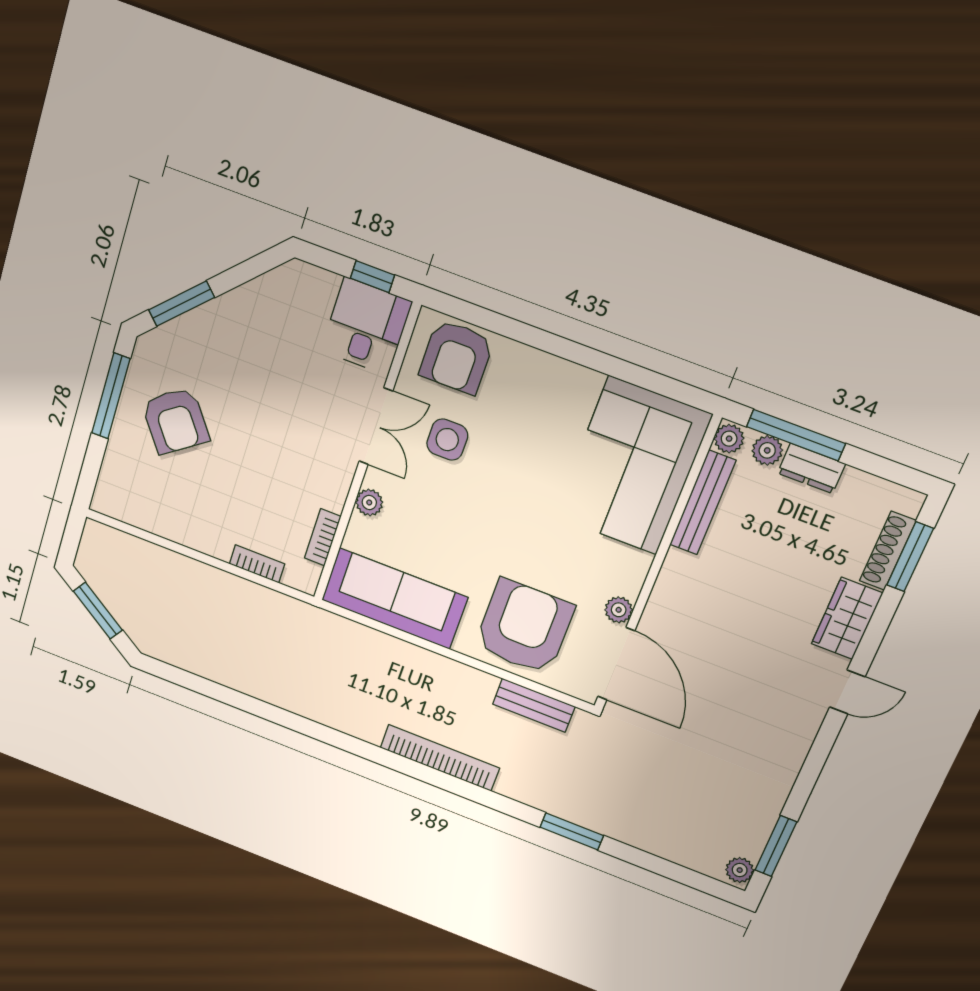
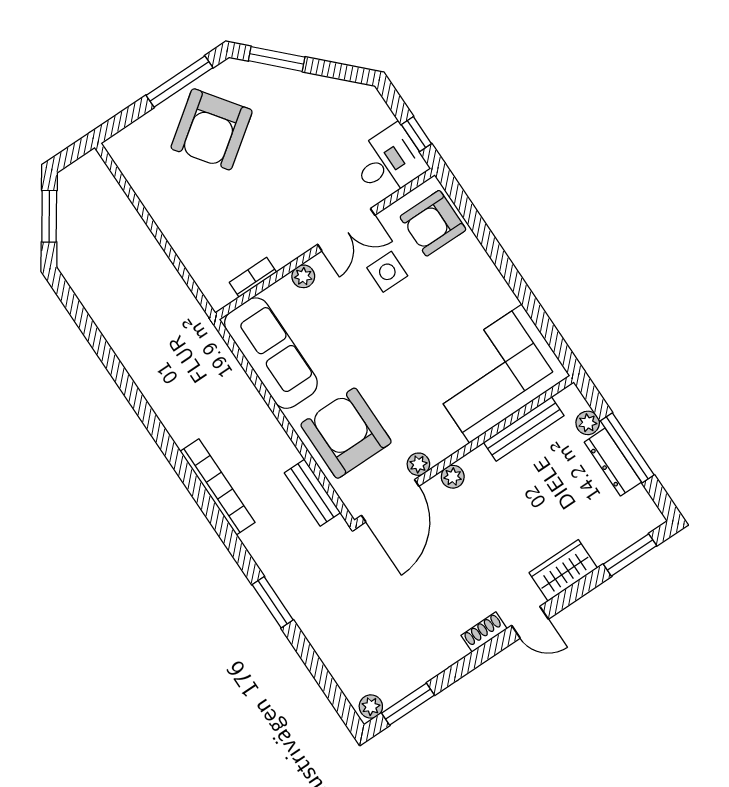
armchair: (175, 421) -> (212, 129), width x1.36, depth x1.36
window: (796, 435) -> (627, 448), moved
plant: (729, 439) -> (453, 477), moved
dresser: (811, 468) -> (613, 462), width x1.44
shoe rack: (888, 551) -> (484, 632), moved, width x0.70
bookcase: (257, 564) -> (192, 263), removed
armchair: (524, 627) -> (346, 433), turned -90

